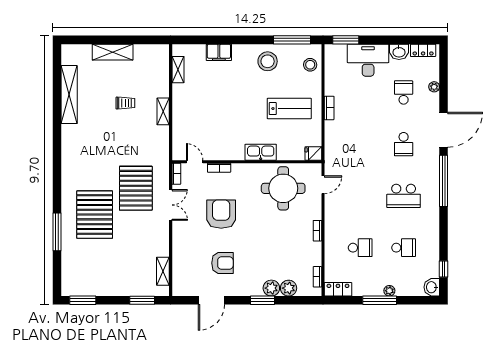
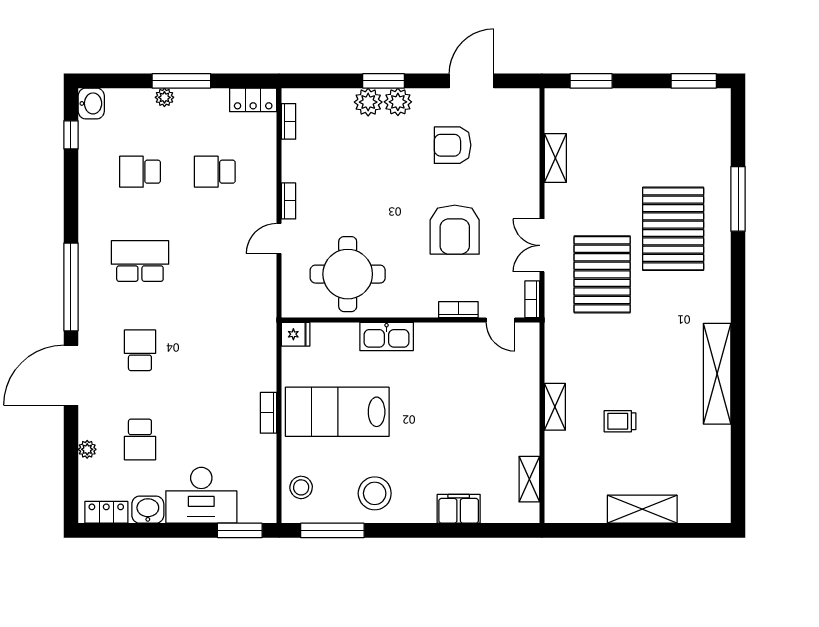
shelving: (69, 95) -> (717, 374), moved
lab bench: (289, 109) -> (337, 412), width x1.36, depth x1.39
door: (323, 185) -> (279, 239), moved
shelving: (163, 271) -> (555, 158), moved
plant: (289, 288) -> (398, 102), moved

